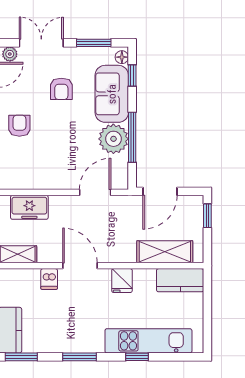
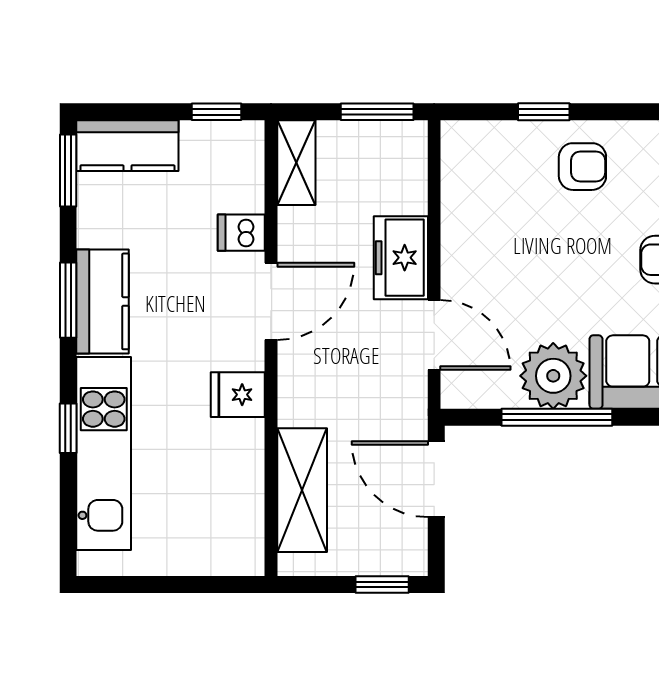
freezer: (29, 207) -> (401, 258), moved
kitchen counter: (180, 280) -> (103, 301), moved, turned 180

